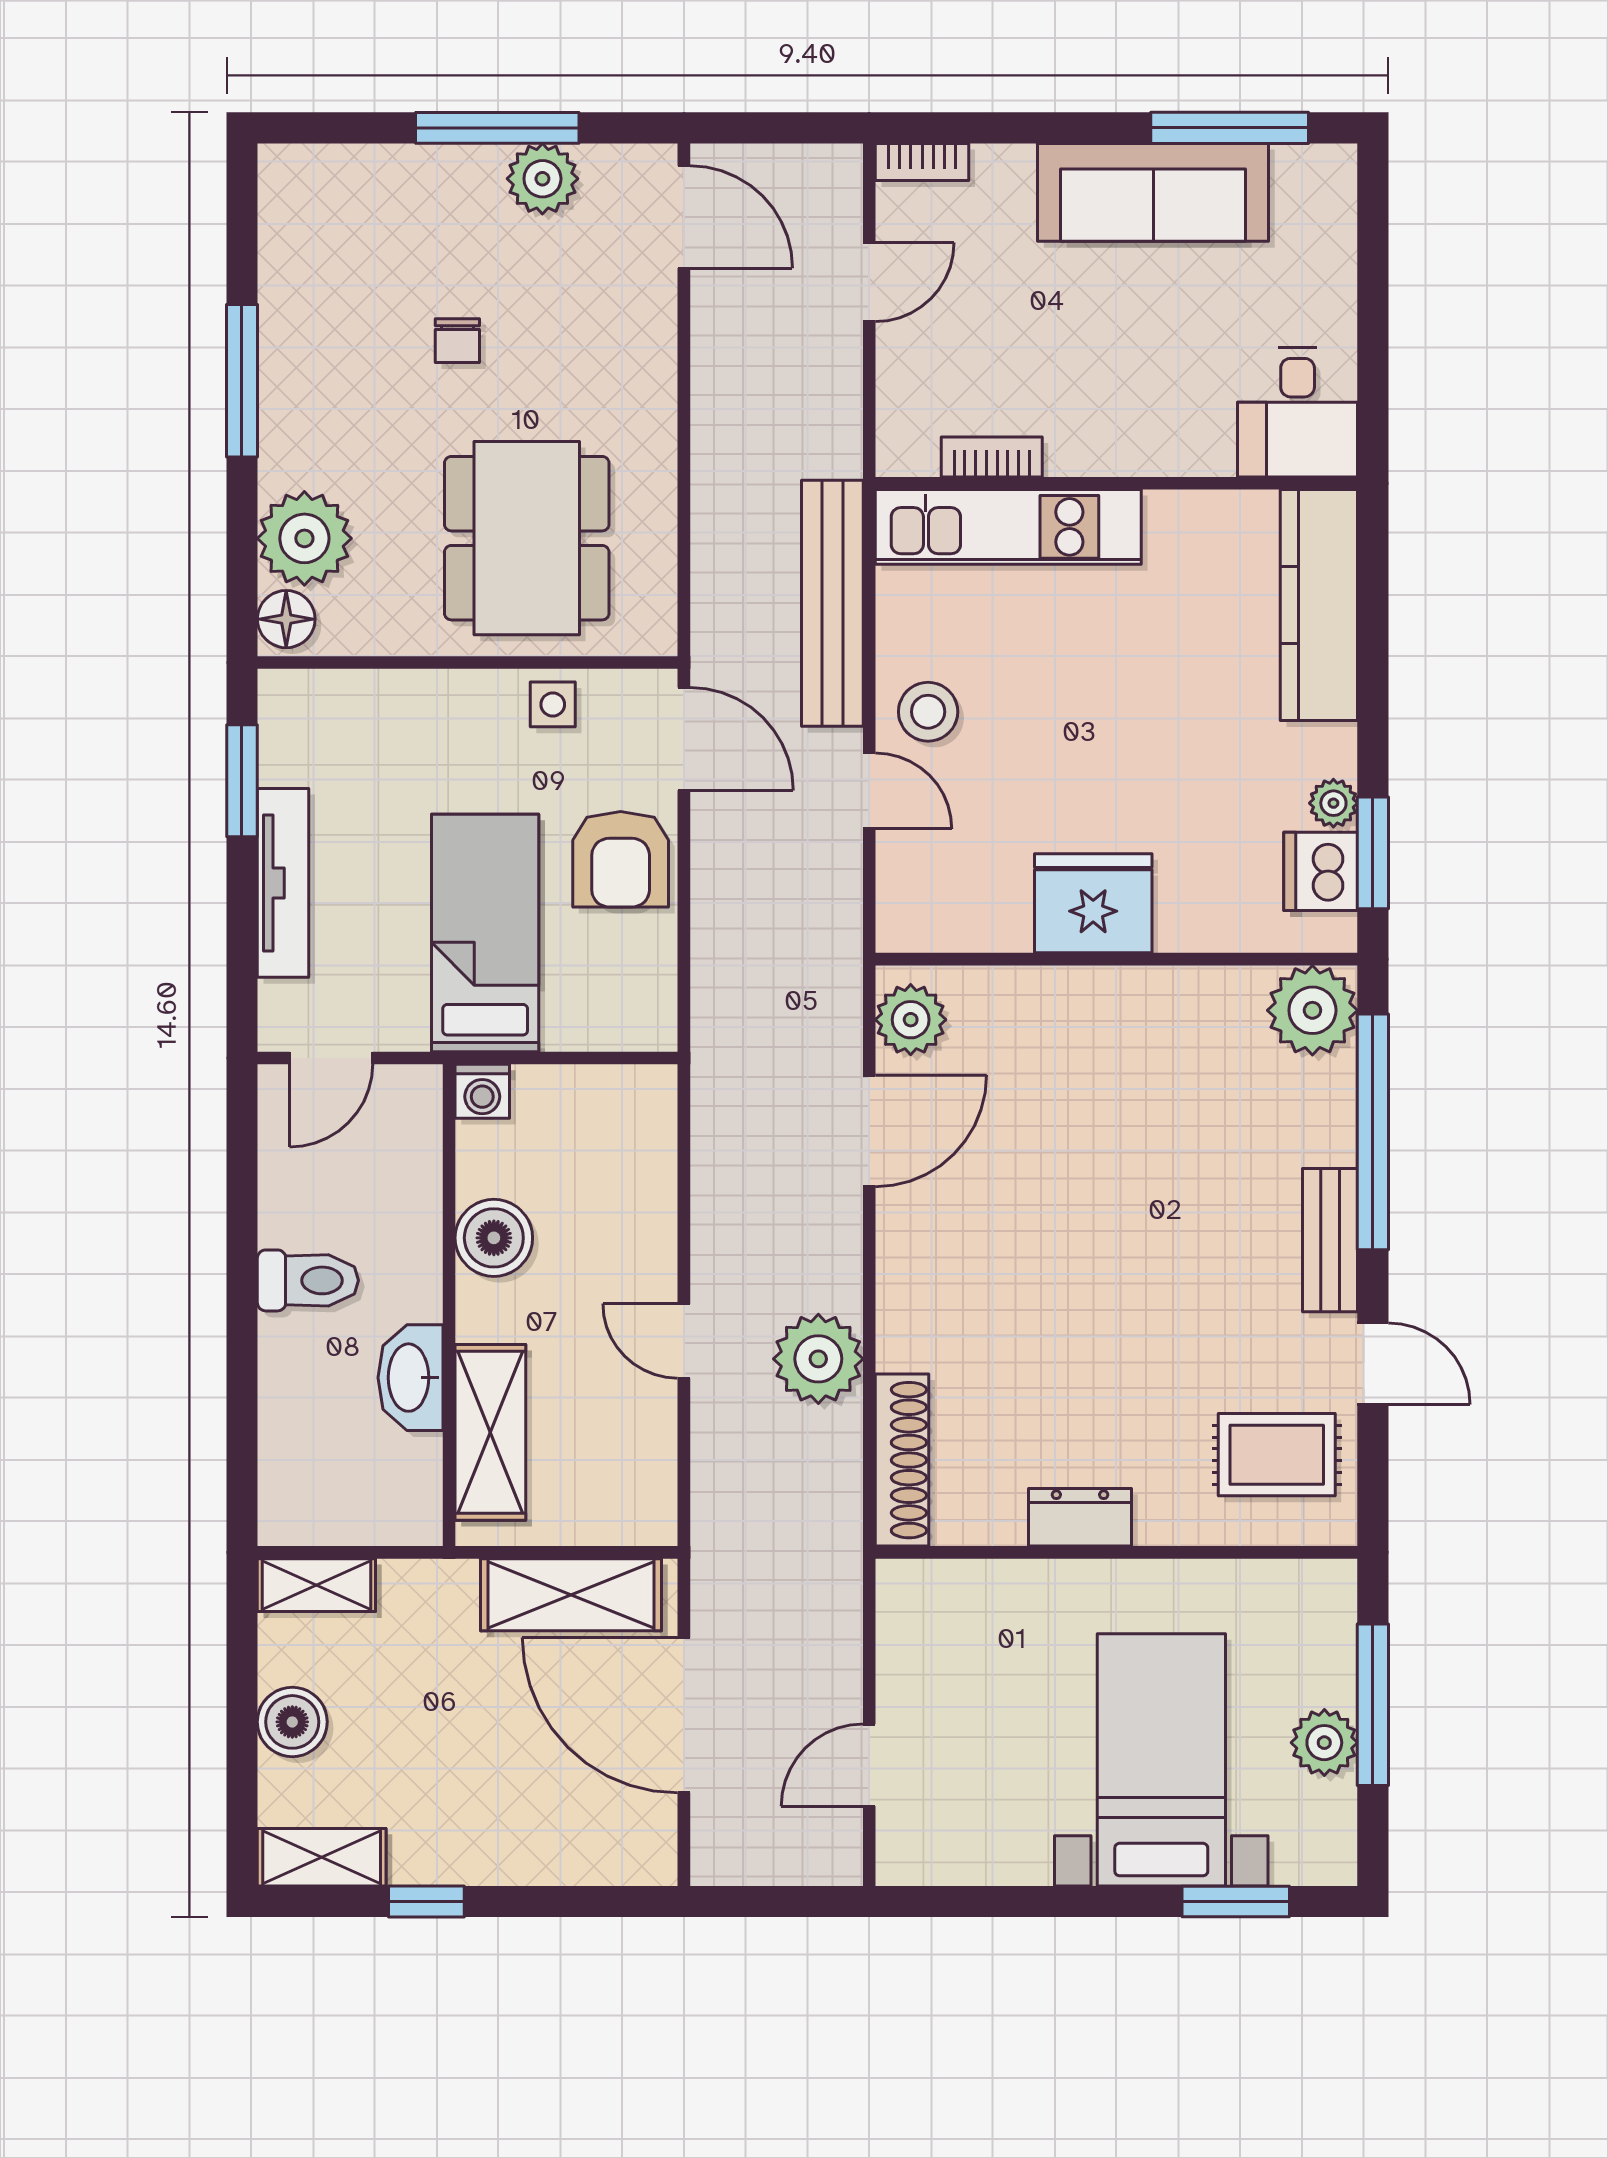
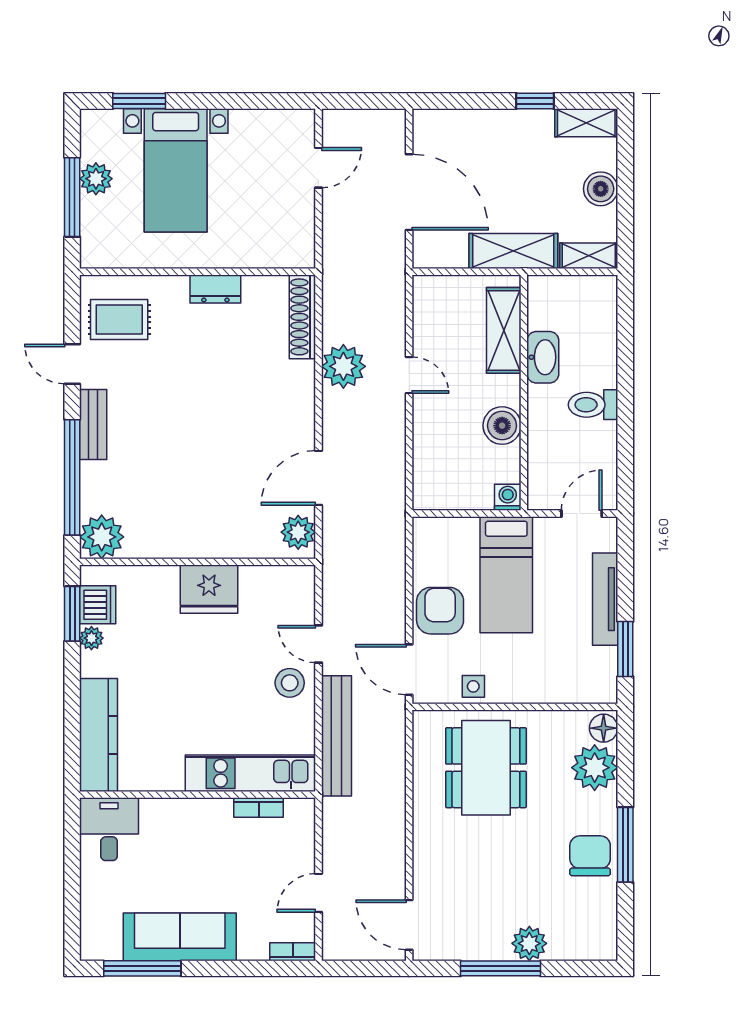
plant: (542, 179) -> (529, 943), moved
chair: (457, 341) -> (590, 856), moved, width x1.87, depth x1.87
shelving: (571, 1595) -> (513, 251), moved

